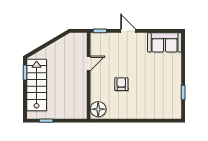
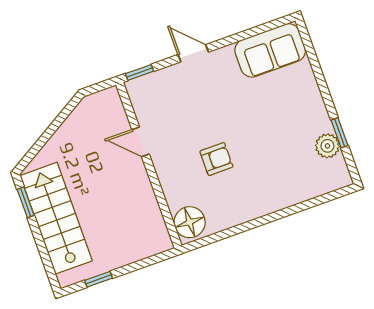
door: (89, 63) -> (141, 142), swing flipped
armchair: (121, 84) -> (216, 159), turned 90
plant: (175, 97) -> (327, 146), added

